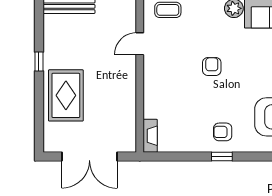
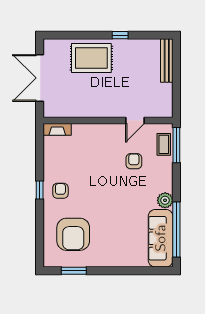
door: (140, 44) -> (135, 121), swing flipped
armchair: (212, 67) -> (134, 161), moved, turned -90

